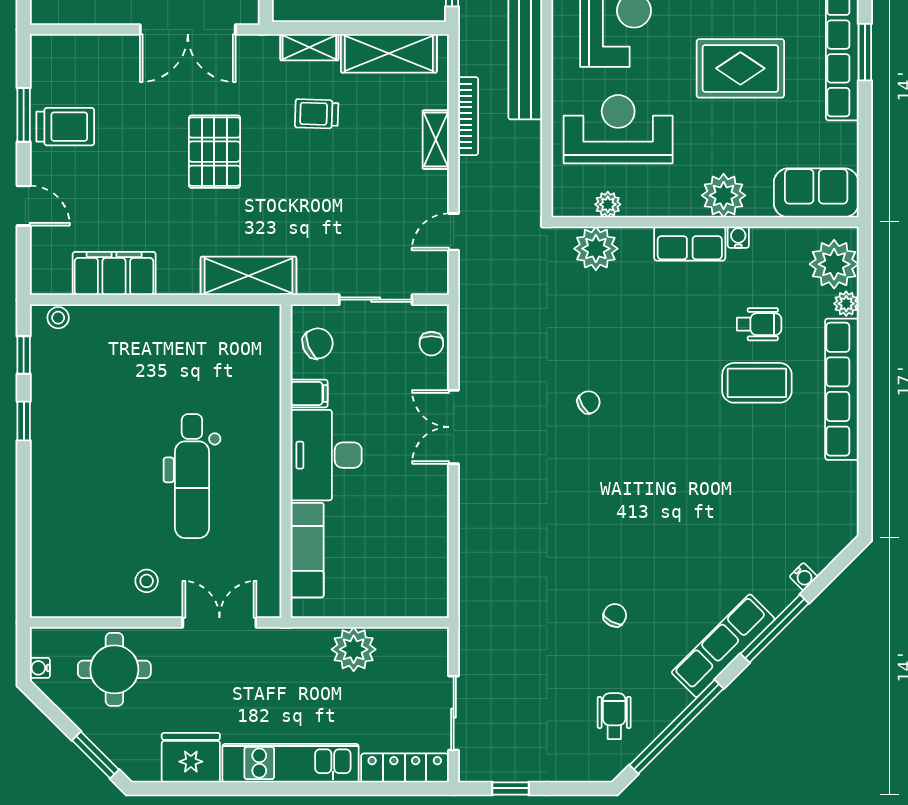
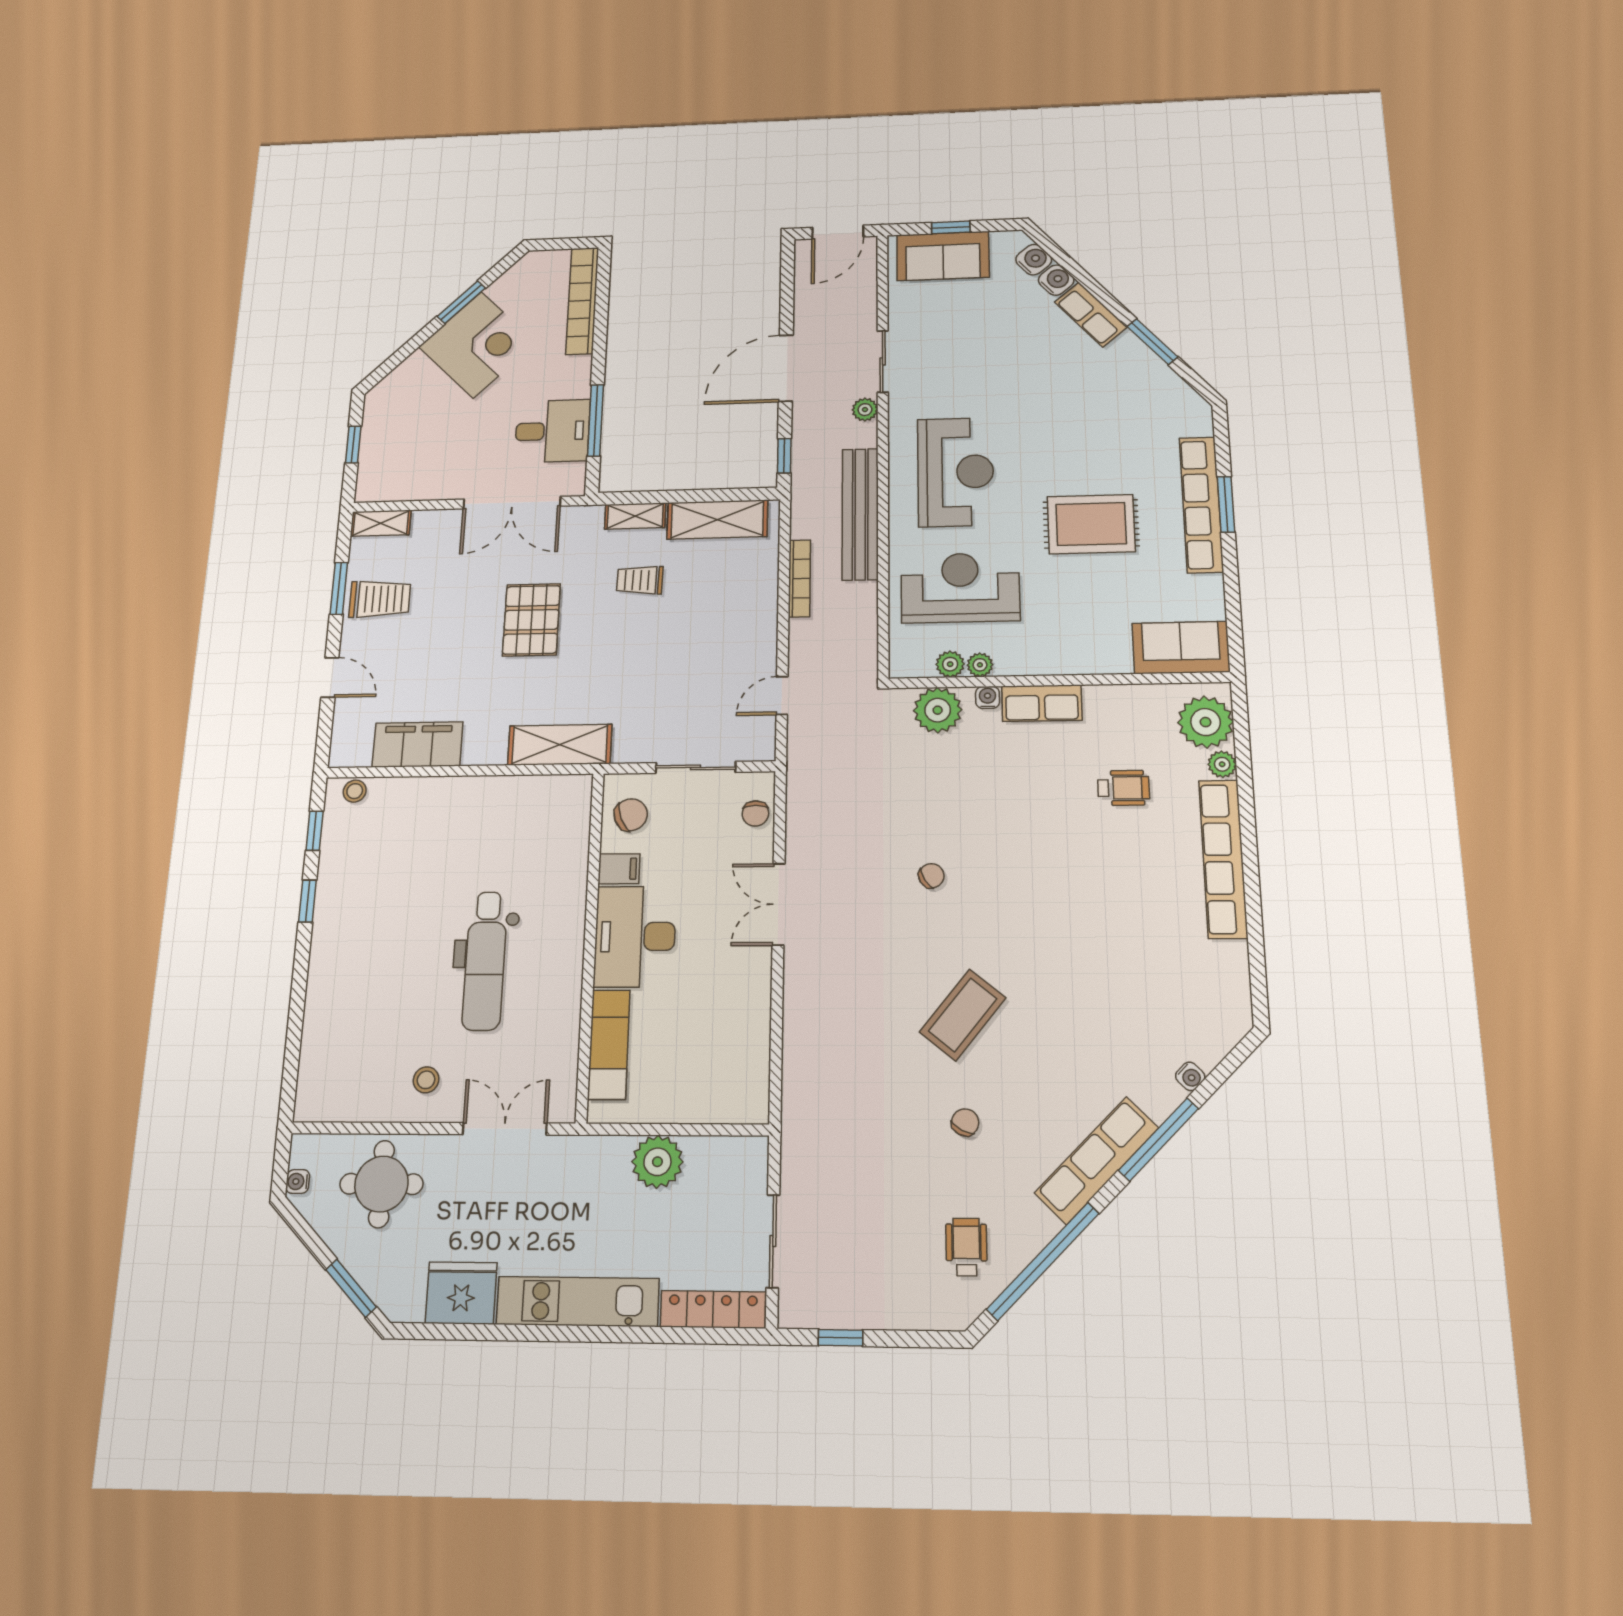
shelving: (436, 140) -> (381, 523), moved, turned 90
plant: (724, 195) -> (980, 665), moved, width x0.53, depth x0.53
water cooler: (738, 237) -> (988, 697), moved
coffee table: (757, 383) -> (963, 1015), moved, turned -51

